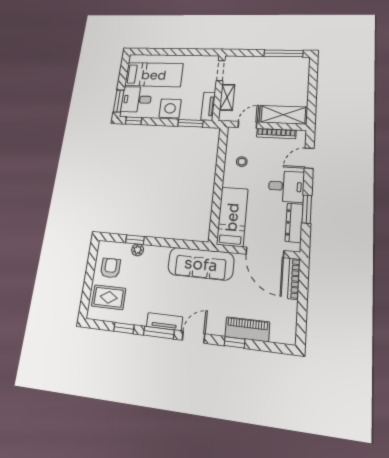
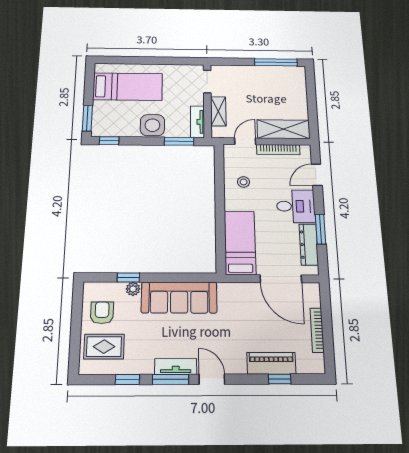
desk: (136, 99) -> (110, 116), removed
sofa: (201, 264) -> (179, 297), moved
bookcase: (294, 279) -> (317, 330), moved
door: (194, 337) -> (212, 379), hinge flipped
window: (235, 342) -> (280, 379), moved

